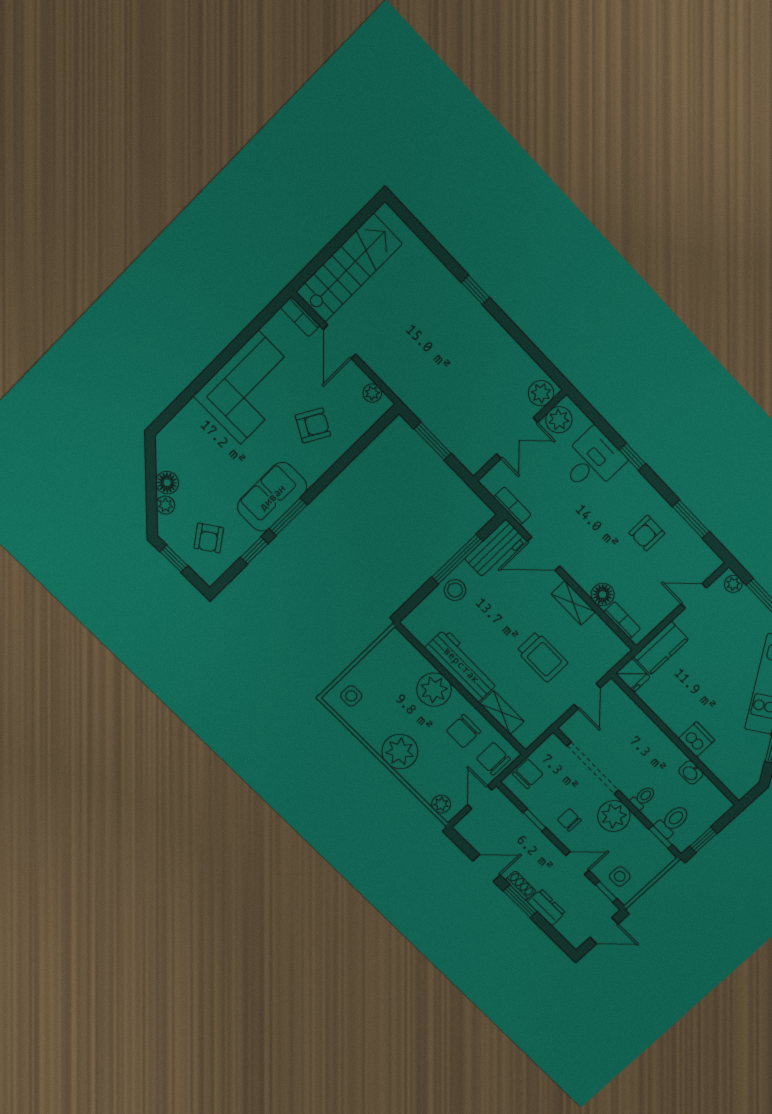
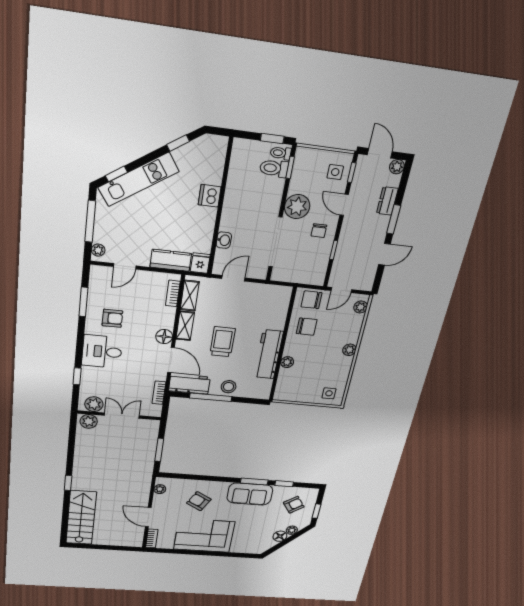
stairs: (349, 268) -> (81, 518), moved, turned 90
door: (339, 342) -> (148, 517), swing flipped
window: (632, 457) -> (77, 376), moved
desk: (592, 461) -> (102, 352), moved
floor lamp: (603, 595) -> (164, 337), moved
door: (694, 596) -> (125, 266), hinge flipped
trolley: (542, 657) -> (222, 342), moved
plant: (434, 690) -> (287, 362), width x0.53, depth x0.53
shelving: (502, 713) -> (190, 296), moved
plant: (400, 752) -> (349, 350), width x0.53, depth x0.53
chair: (493, 759) -> (312, 300), turned 90
washbasin: (691, 772) -> (224, 240), moved
chair: (528, 774) -> (307, 275), removed
toilet: (643, 798) -> (281, 153), moved
door: (486, 868) -> (384, 254), swing flipped
shoe rack: (520, 885) -> (383, 227), removed
plant: (576, 938) -> (397, 167), added

